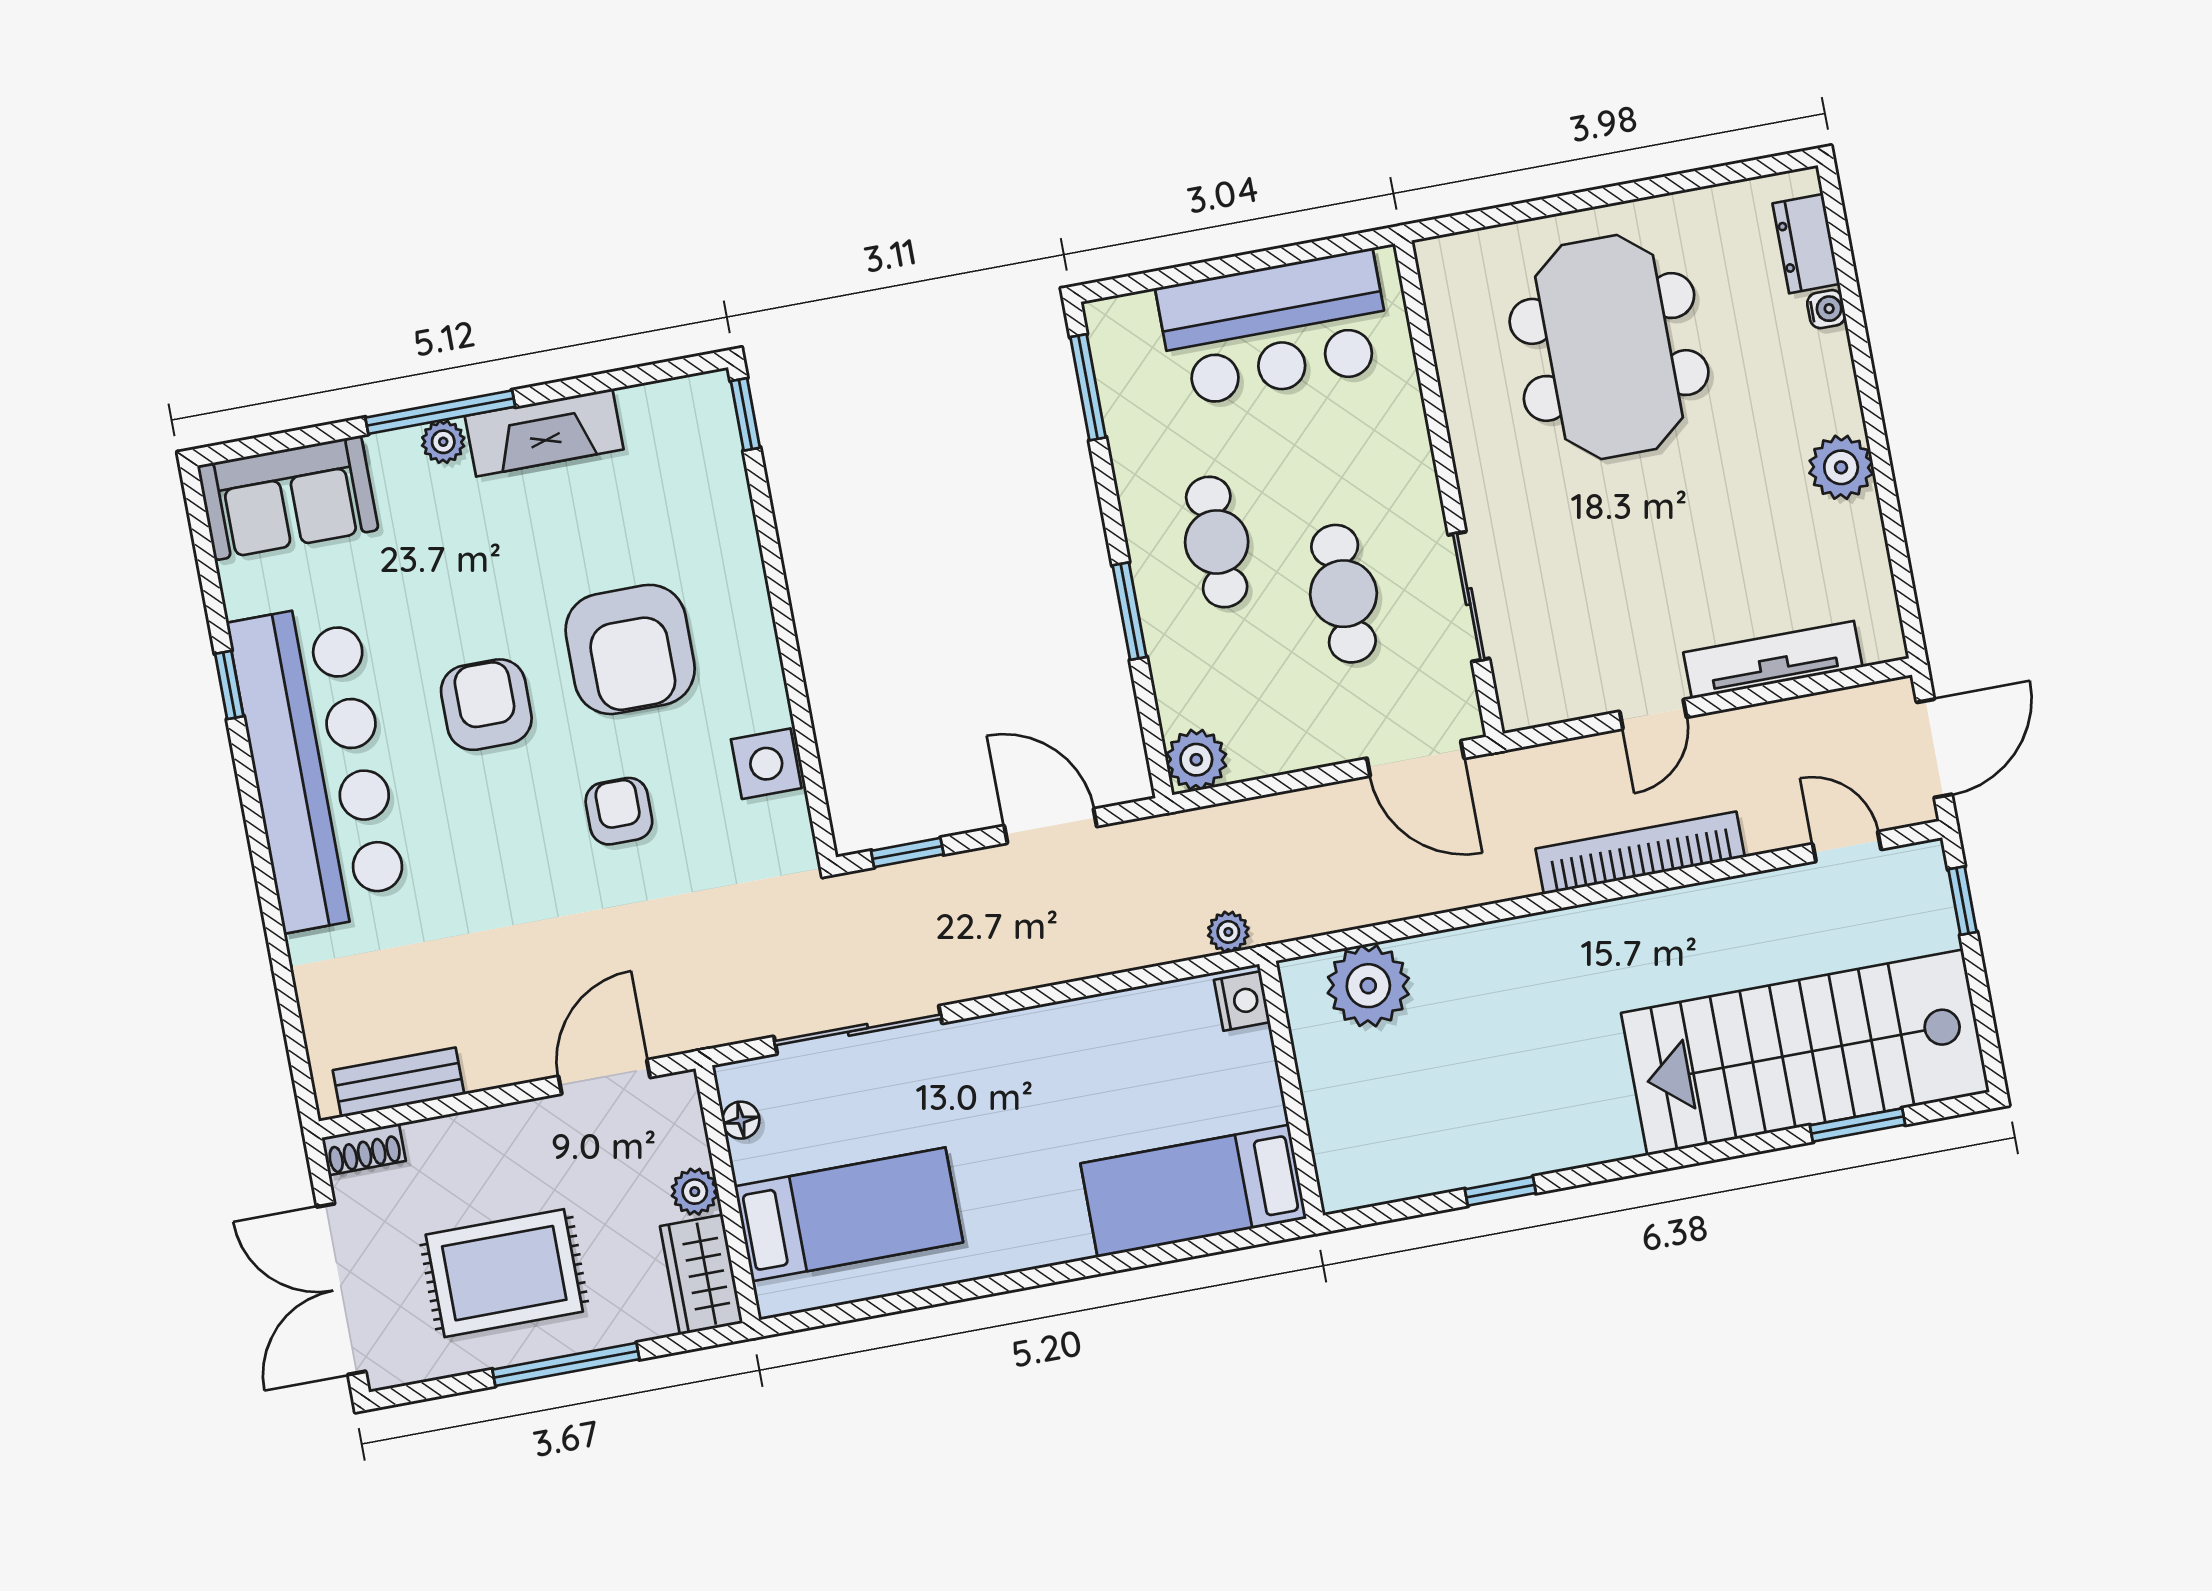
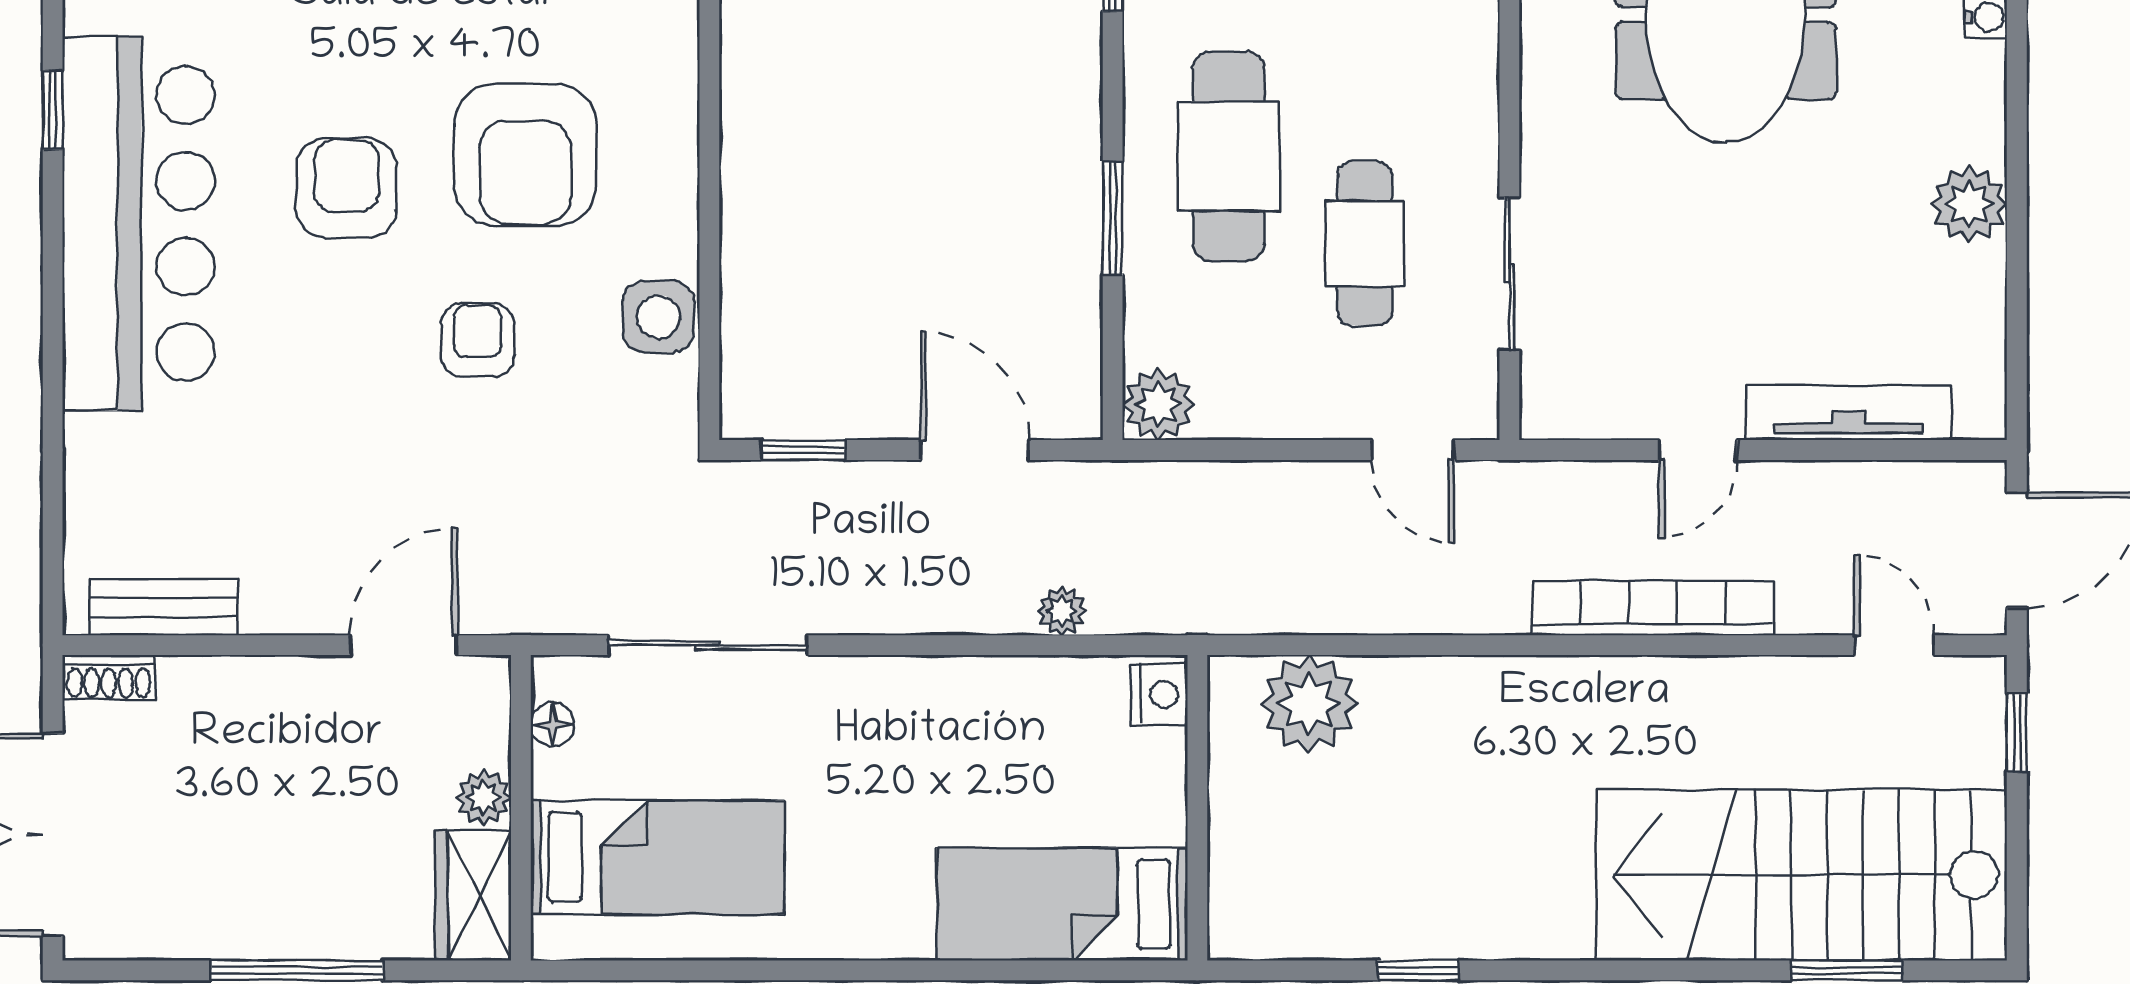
cafe table: (1217, 542) -> (1229, 156), width x1.37, depth x1.35
door: (1416, 758) -> (1413, 450), width x0.73
plant: (1228, 932) -> (1062, 611), moved
rug: (504, 1273) -> (245, 851), removed

